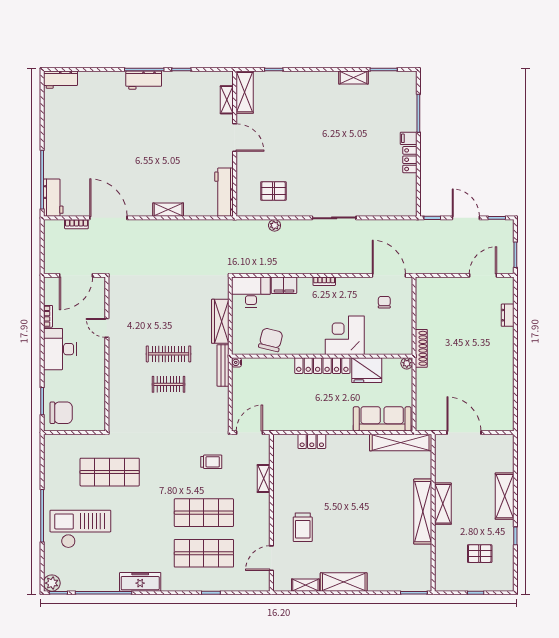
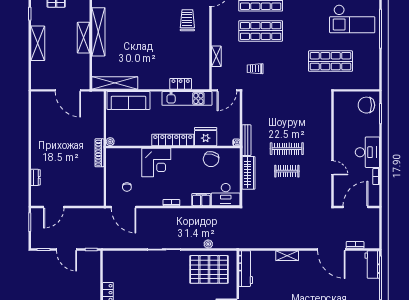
pallet: (273, 191) -> (209, 269), width x2.05, depth x2.00
fridge: (367, 370) -> (206, 137), moved
clothes rail: (169, 384) -> (287, 171), moved
kitchen unit: (303, 422) -> (187, 98), added

